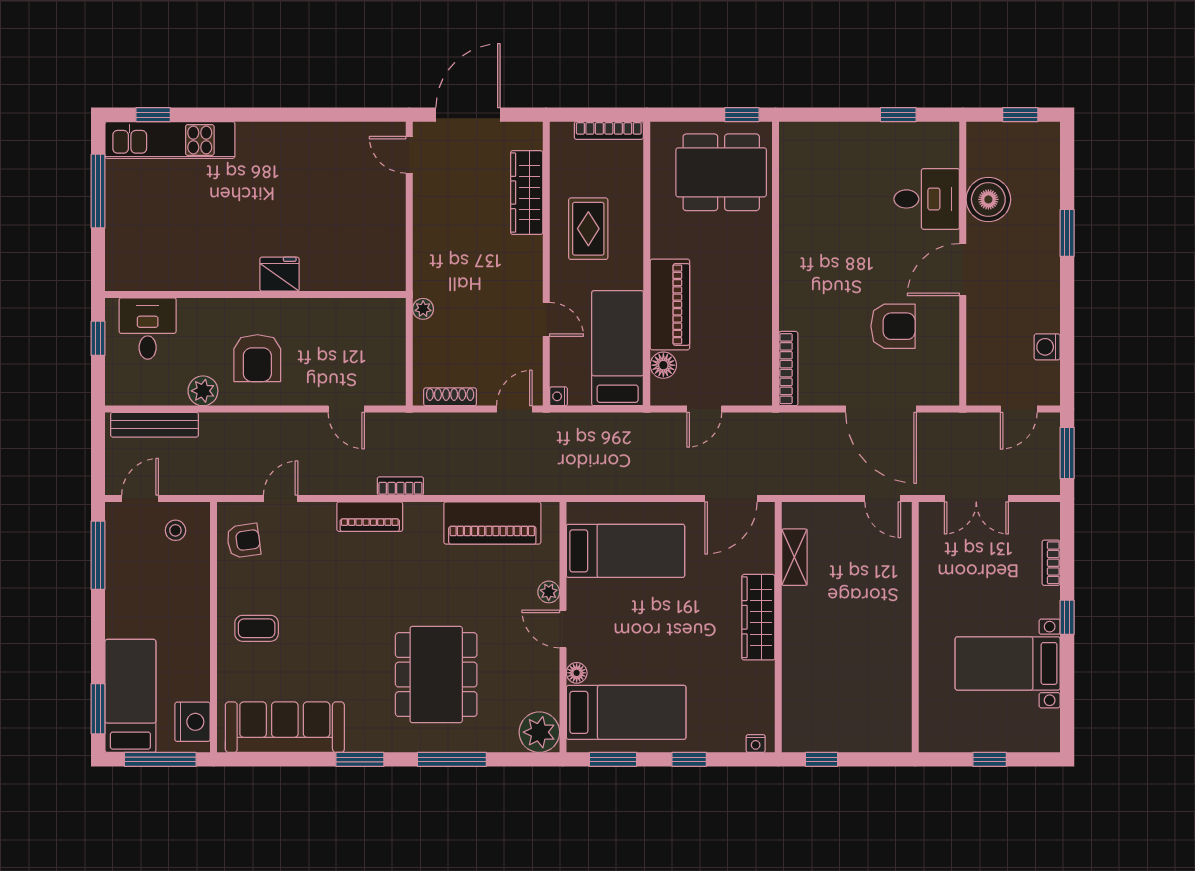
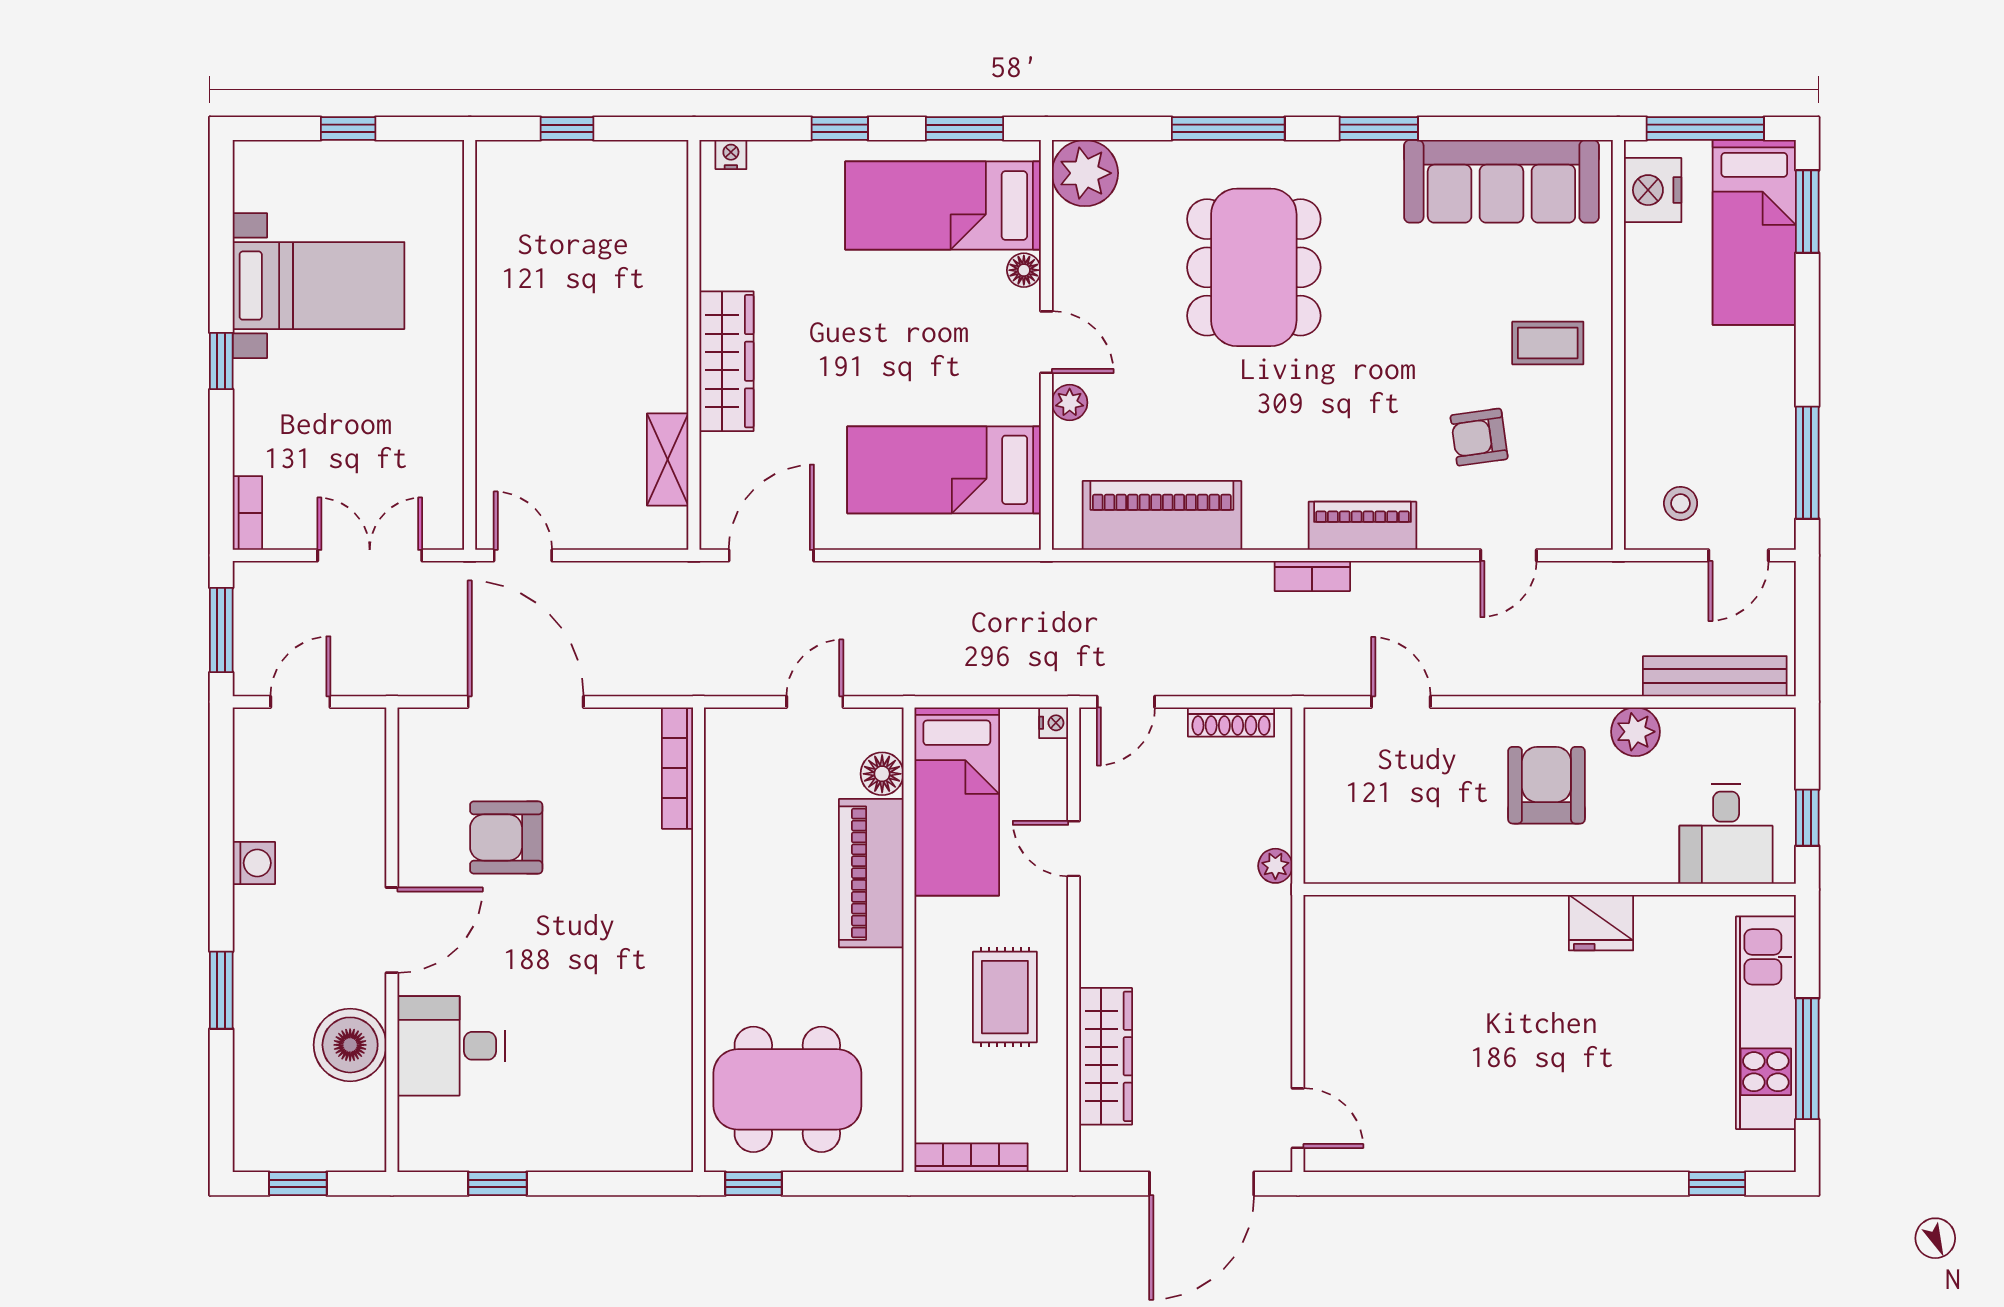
kitchen unit: (170, 140) -> (1766, 1023), moved, turned -90
fridge: (279, 274) -> (1601, 923), moved
washing machine: (1047, 347) -> (254, 863), moved
armchair: (244, 541) -> (1479, 437), moved
bookcase: (1051, 563) -> (247, 513), moved
window: (822, 759) -> (567, 128), moved

